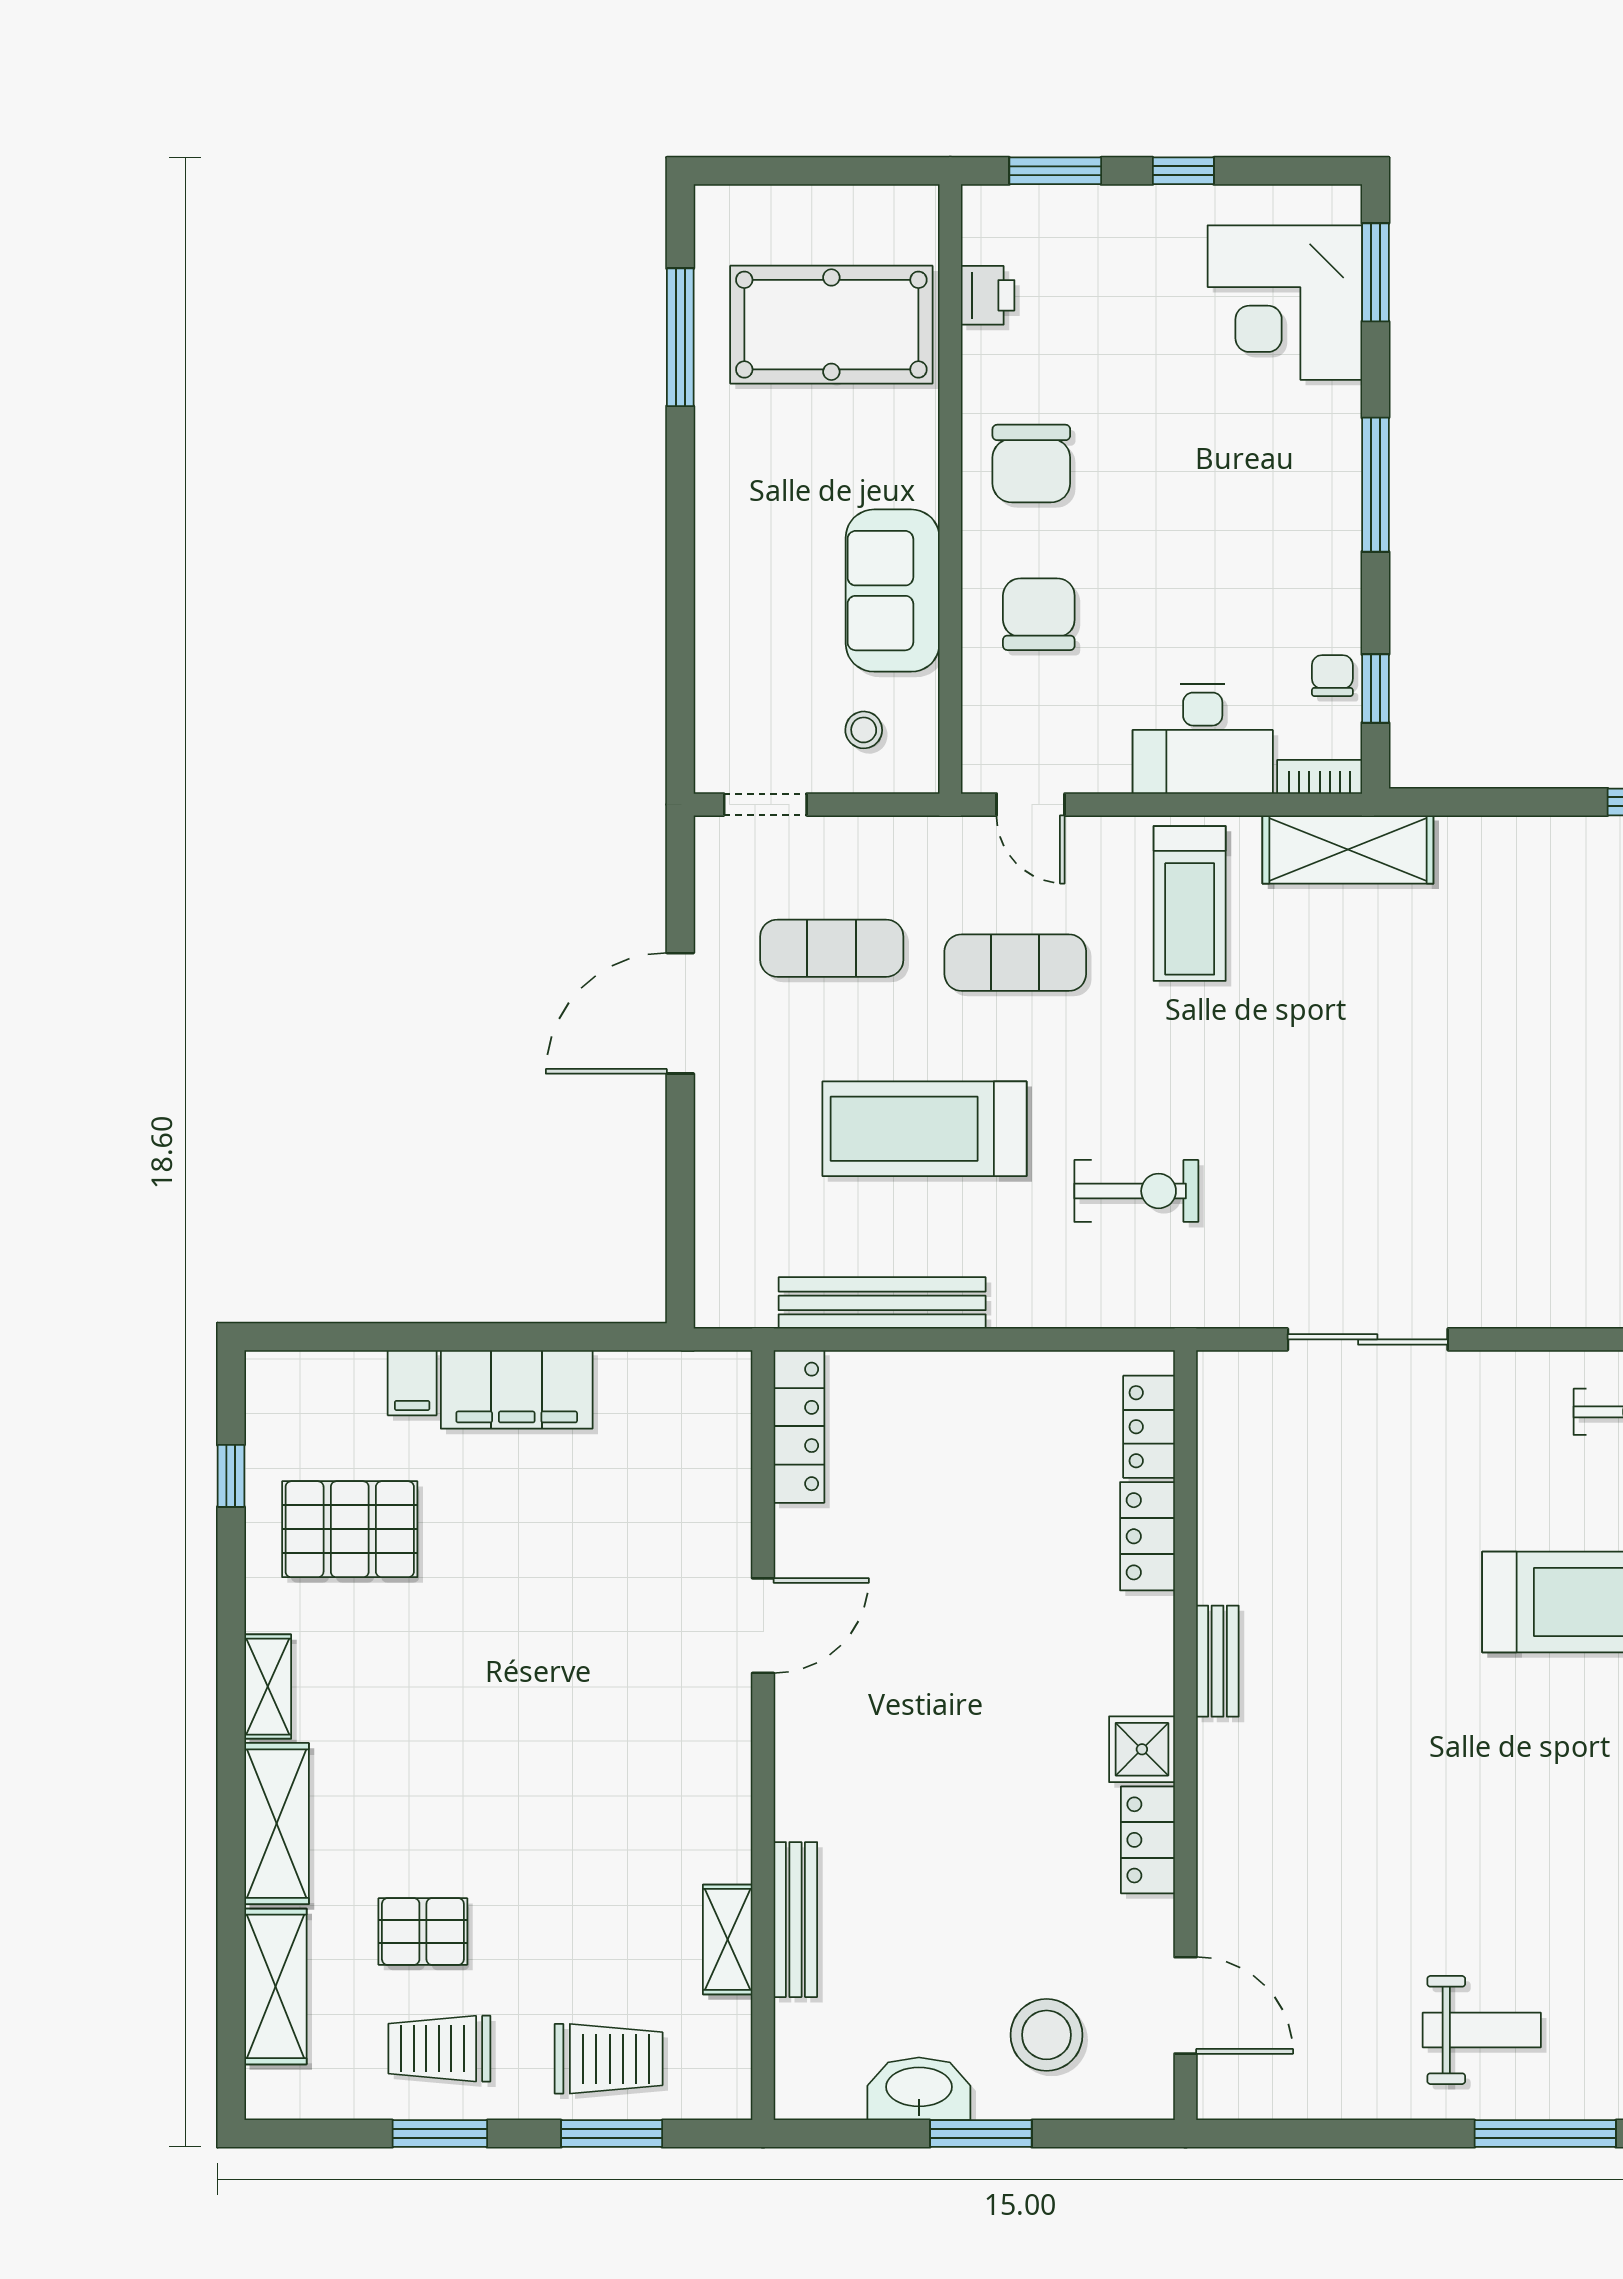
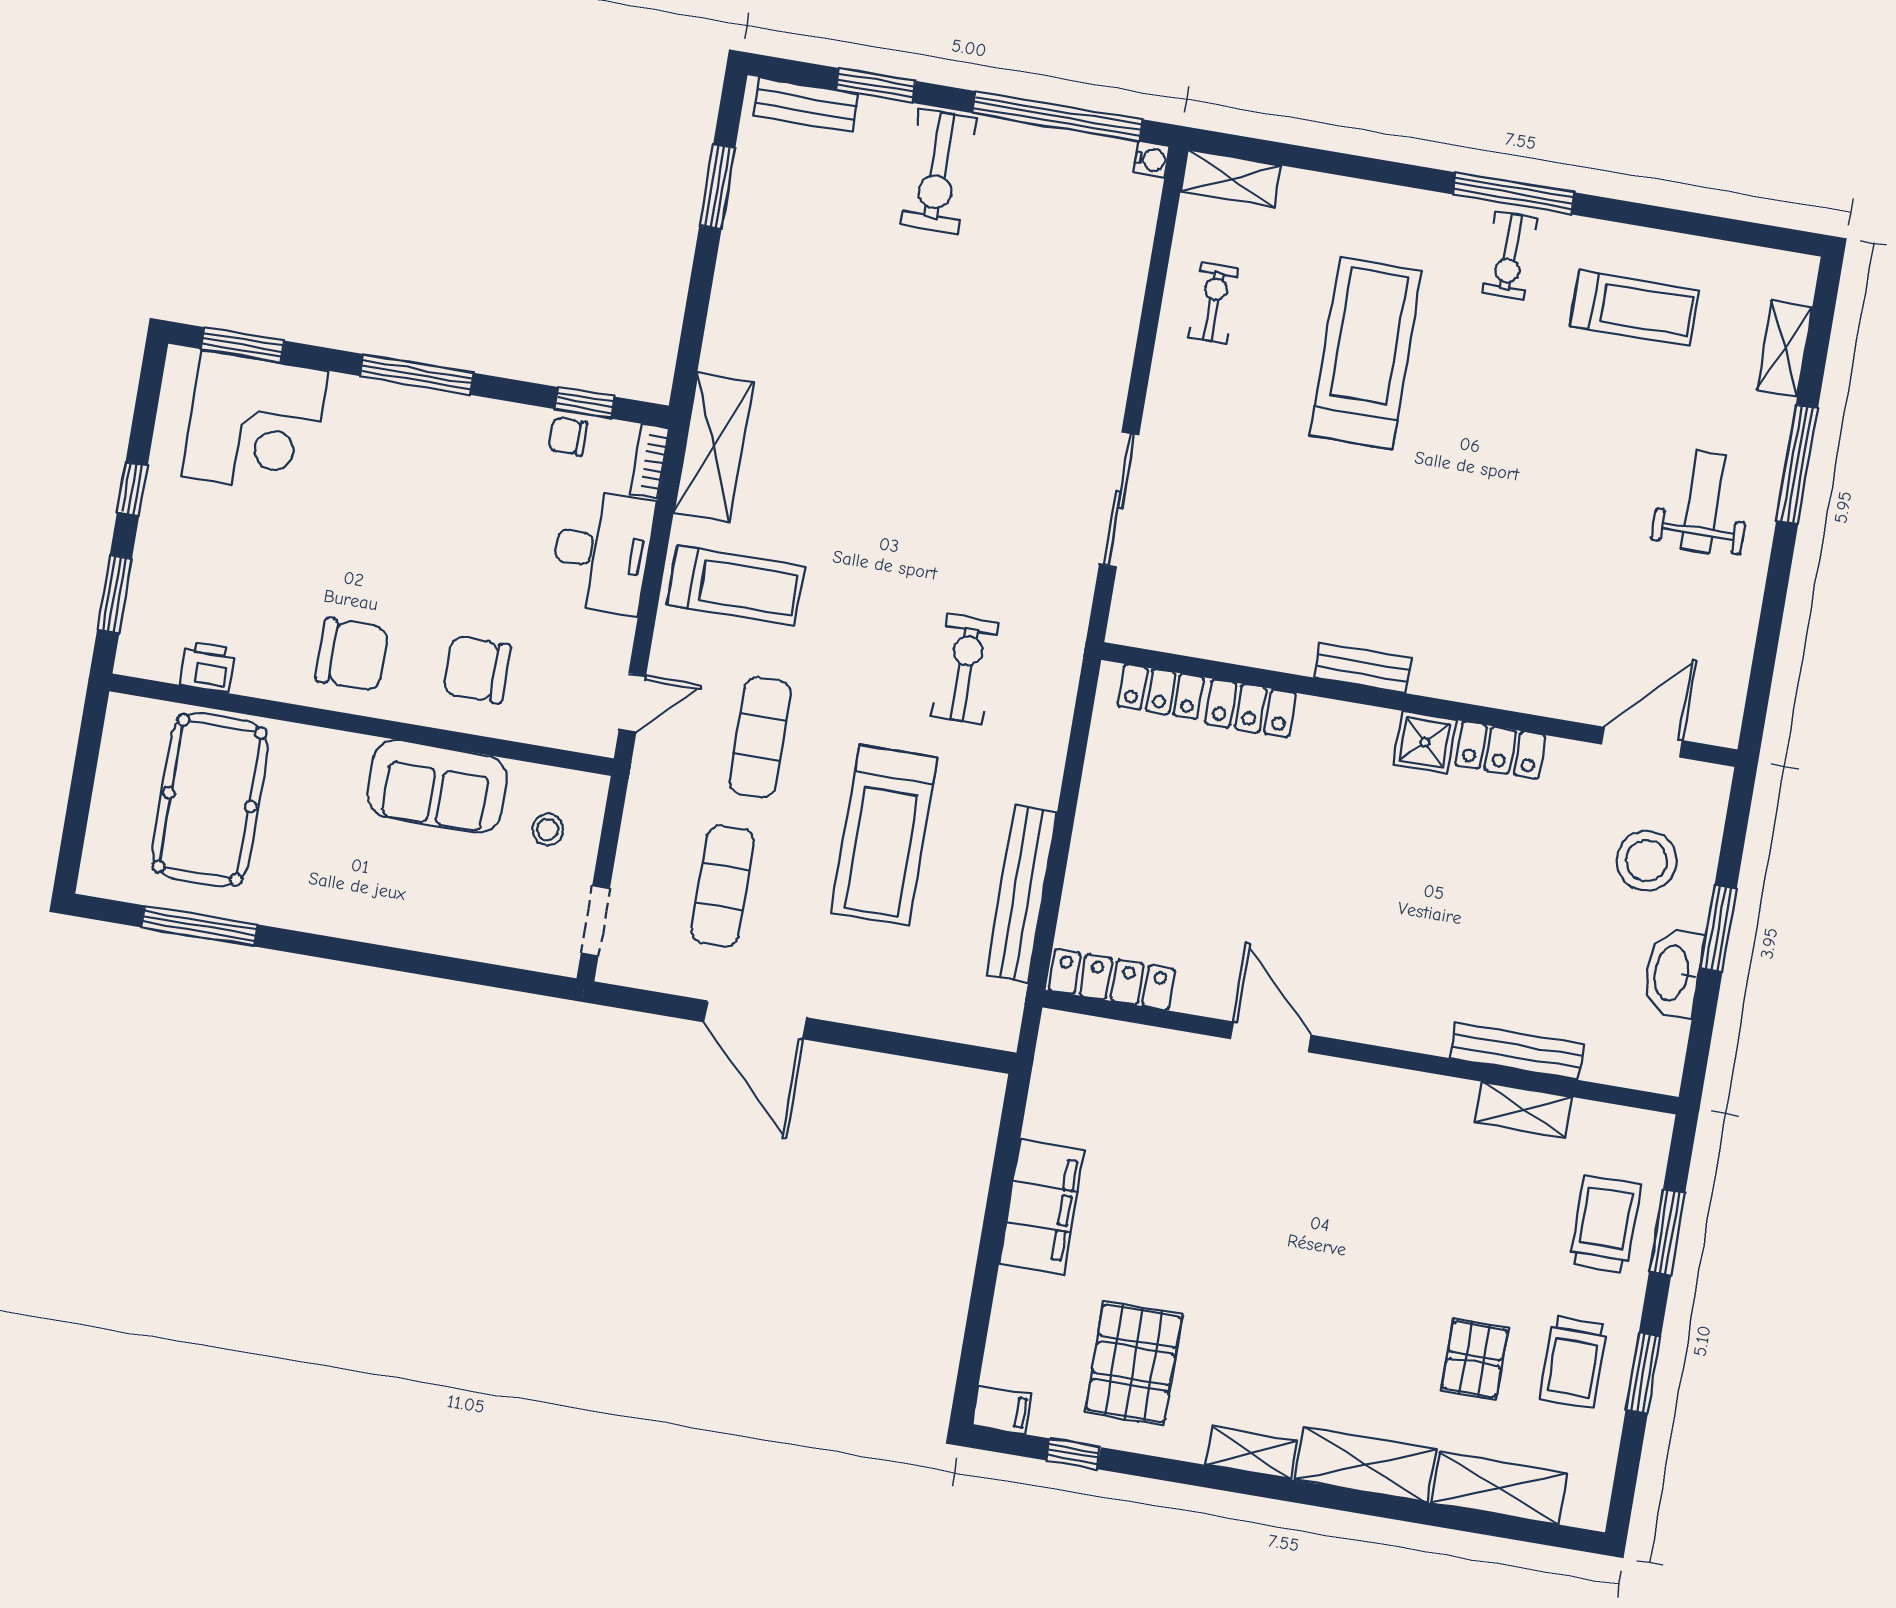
filing cabinet: (412, 1383) -> (1002, 1410), moved

